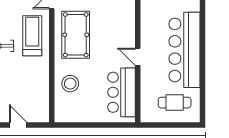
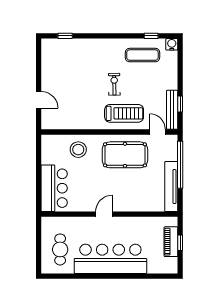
bar counter: (121, 92) -> (54, 188), moved, turned 90
door: (18, 125) -> (39, 100), hinge flipped

